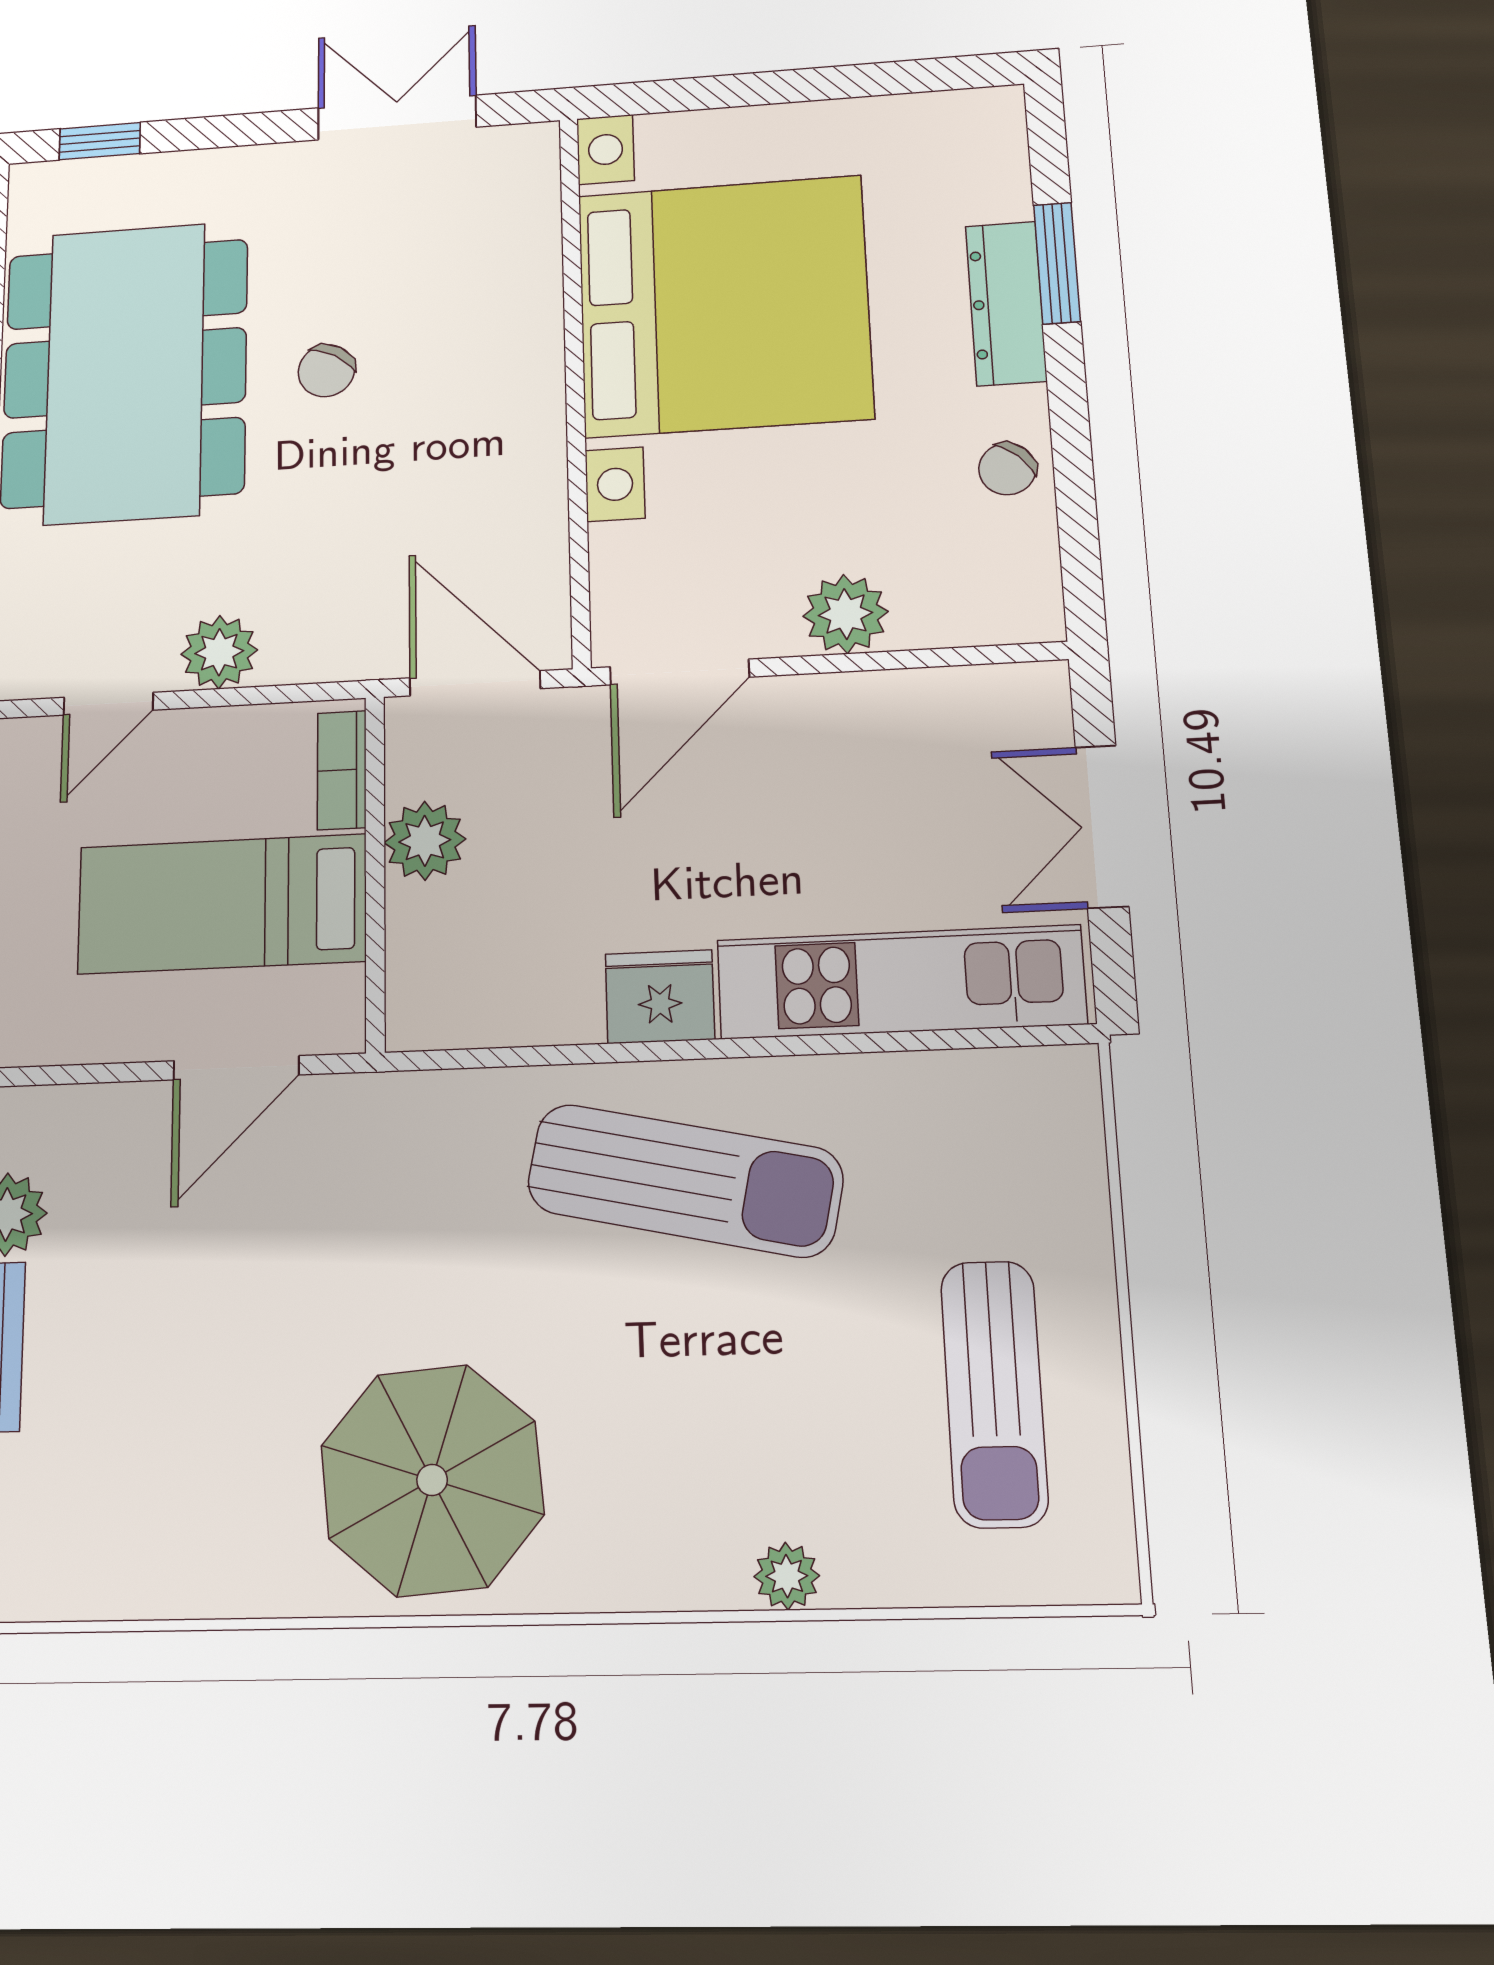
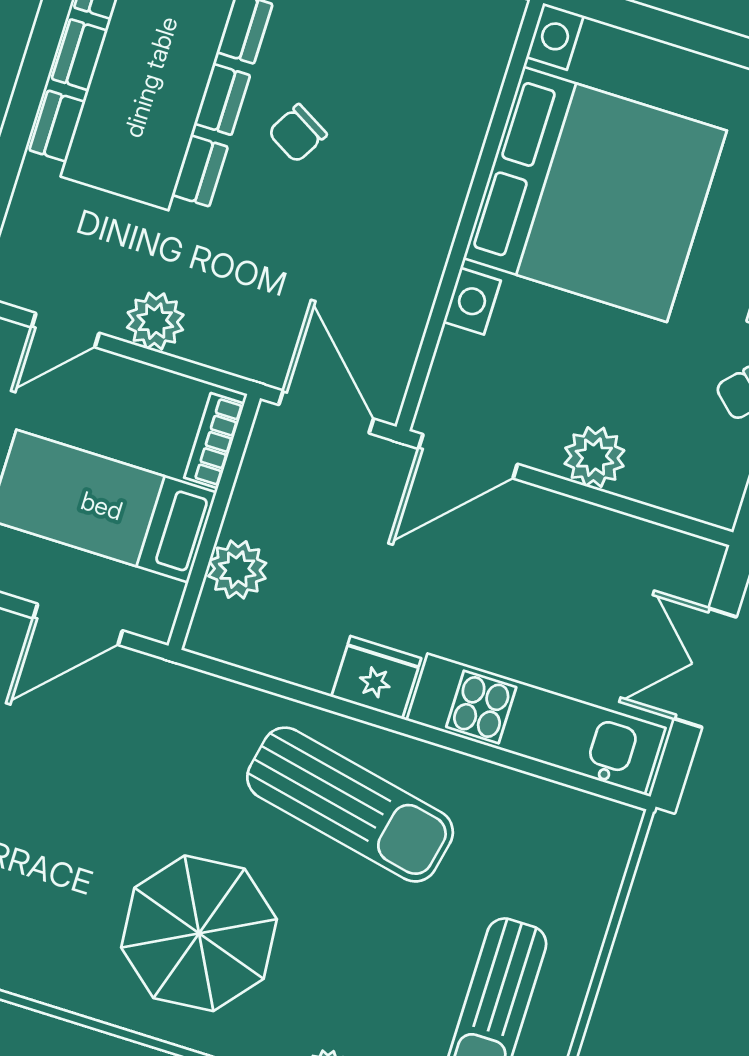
plant: (425, 841) -> (237, 570), moved
parasol: (432, 1480) -> (199, 933), moved

